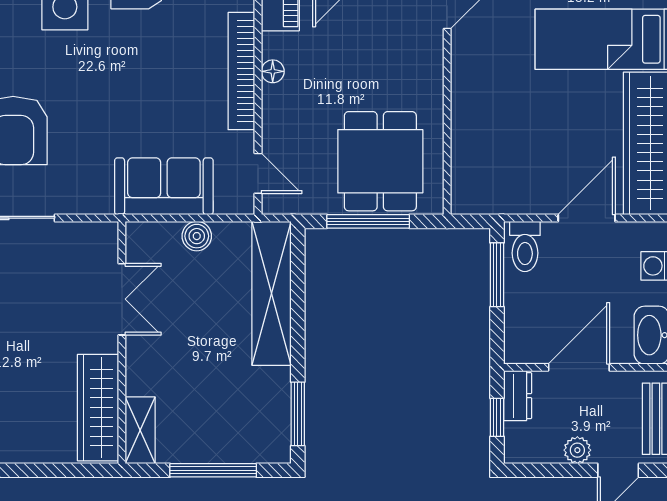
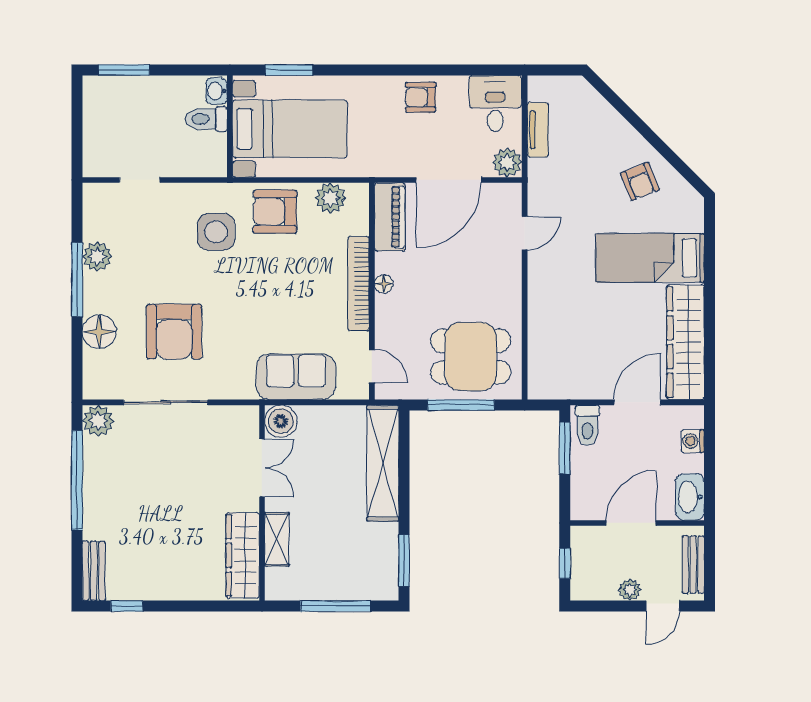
dining table: (380, 161) -> (471, 356), turned 90
boiler: (197, 236) -> (281, 421), moved, width x1.36, depth x1.36
dresser: (518, 396) -> (581, 546), removed
shelving: (140, 430) -> (277, 539), moved

